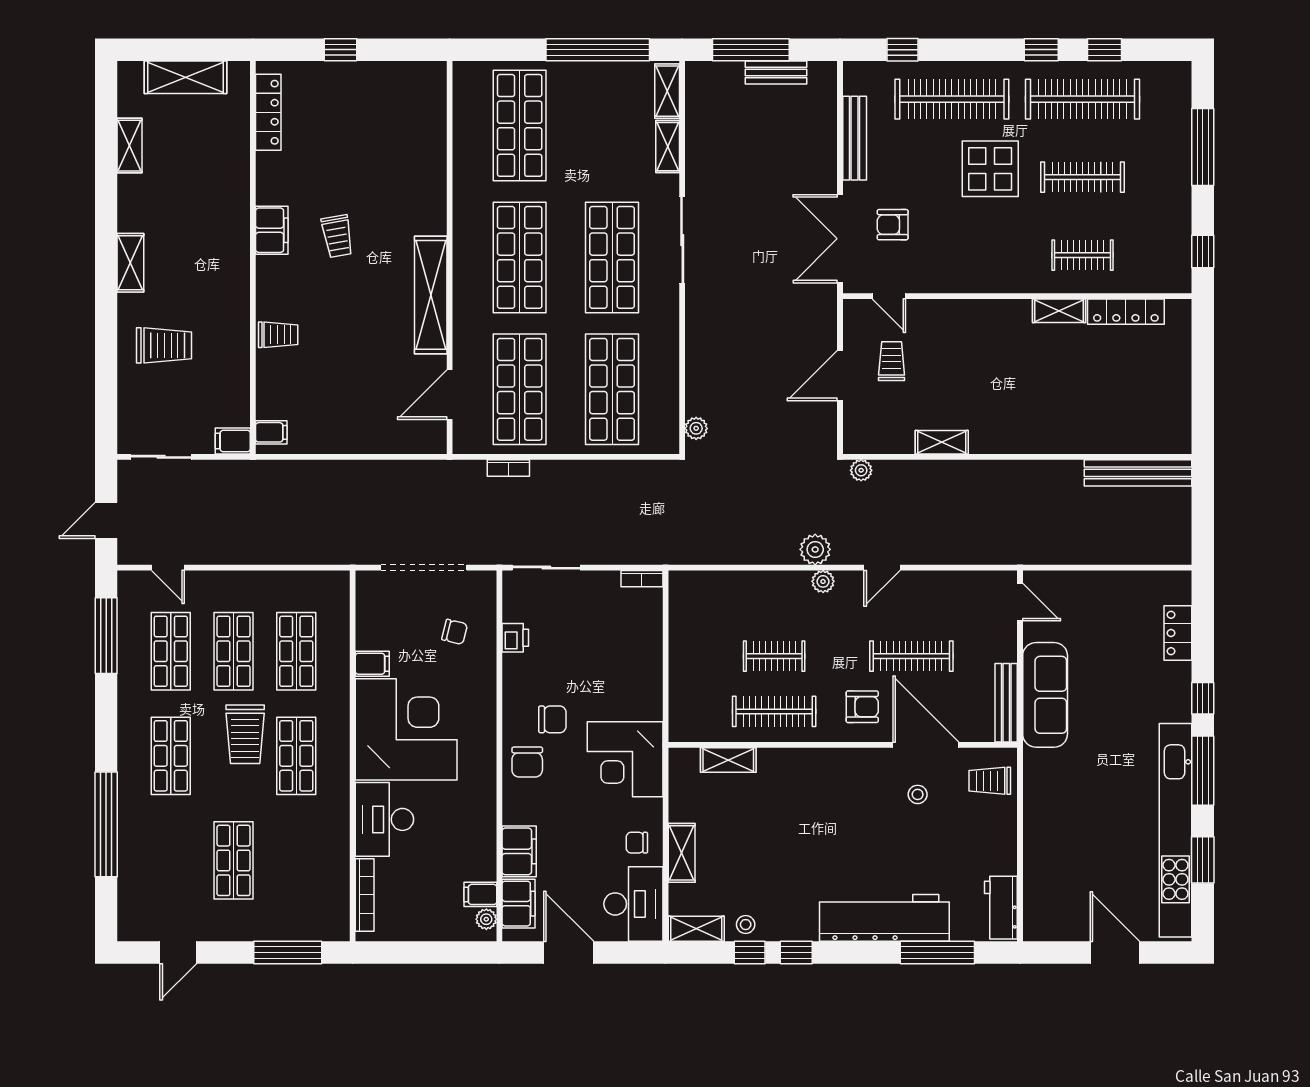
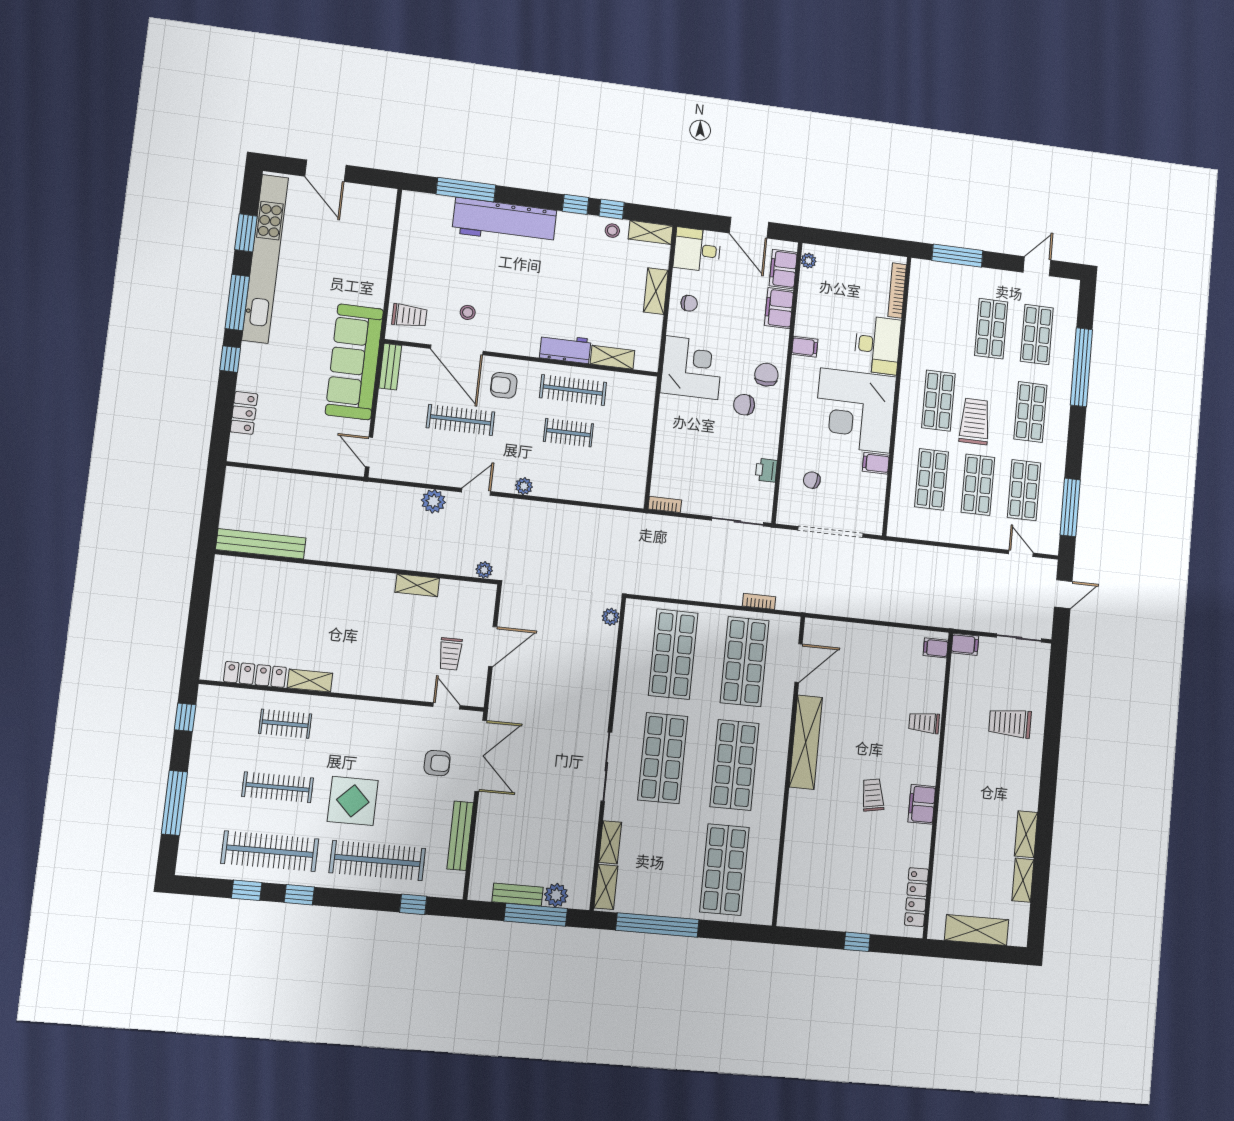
plant: (728, 76) -> (556, 895), added
shelving: (130, 263) -> (1026, 834), moved
plant: (815, 549) -> (433, 501), moved
sofa: (1045, 695) -> (354, 362), width x1.36, depth x1.27
bench: (1006, 703) -> (390, 367), width x0.73
shop shelf: (171, 860) -> (1037, 335), added
filing cabinet: (480, 894) -> (805, 347), moved
desk: (633, 904) -> (697, 250), width x0.73
workbench: (1001, 908) -> (565, 348), moved, turned -90

